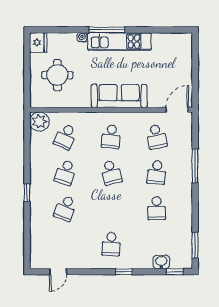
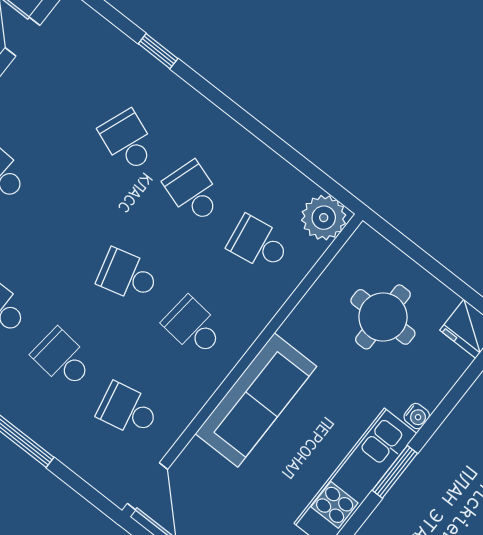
window: (107, 30) -> (395, 472), width x0.69
school desk: (65, 137) -> (259, 243), turned -33
window: (27, 193) -> (158, 51), moved

